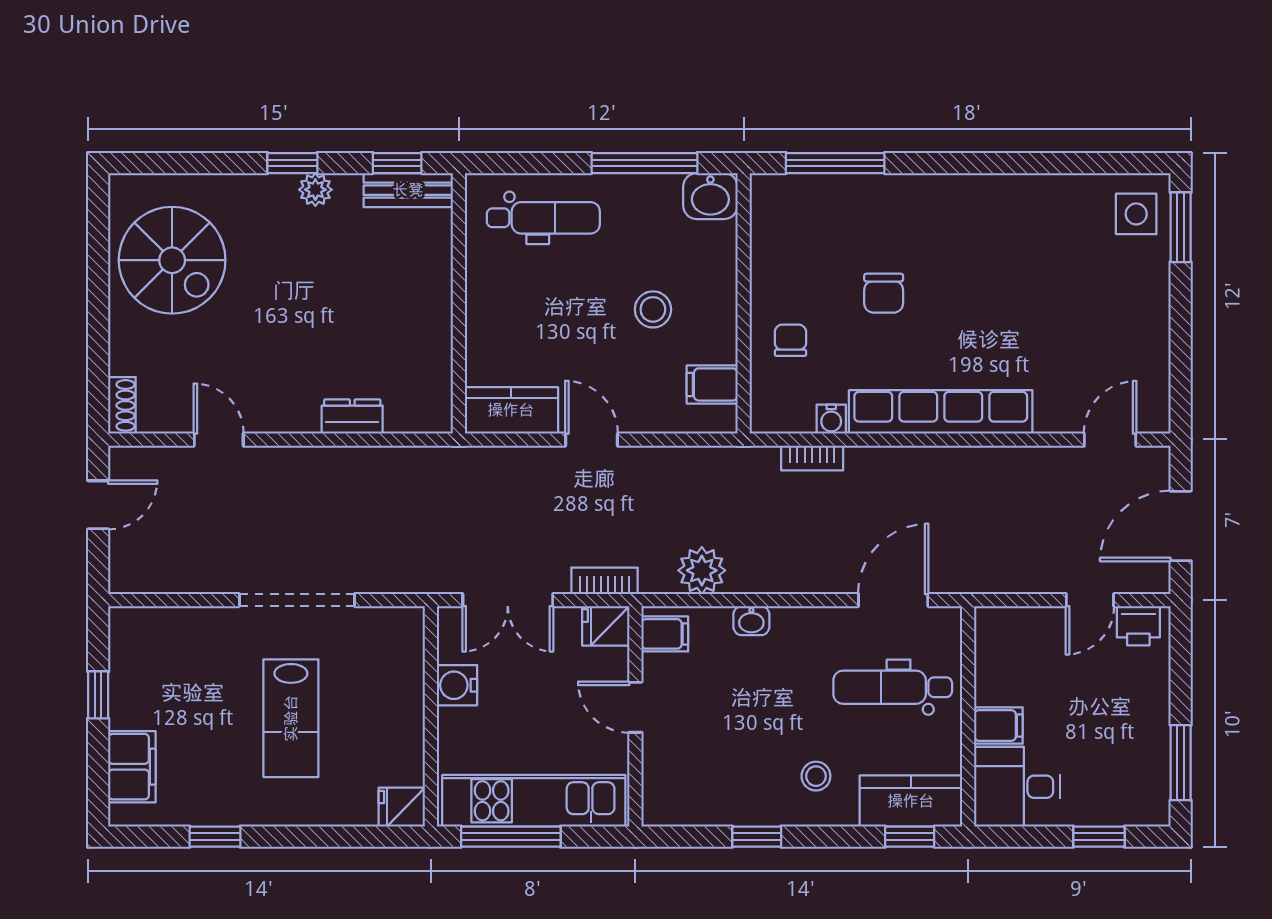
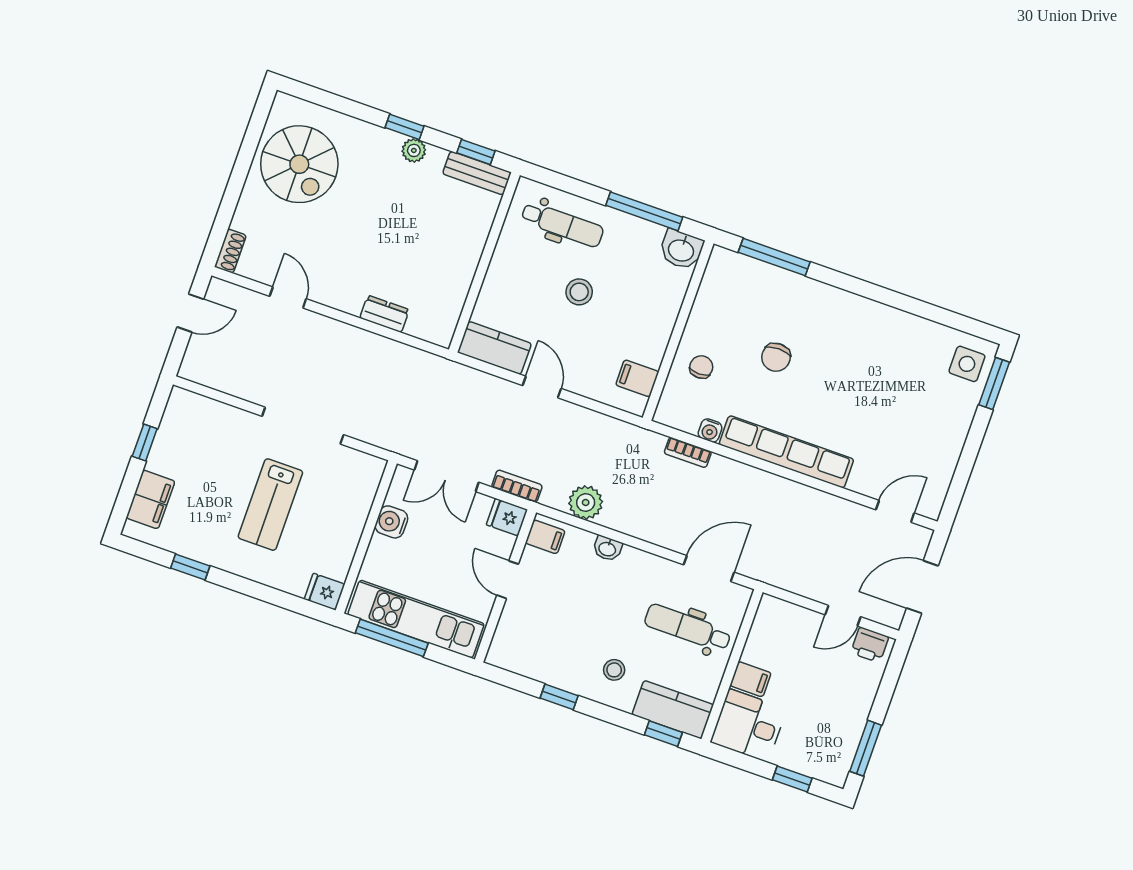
stool: (653, 309) -> (579, 292), moved

